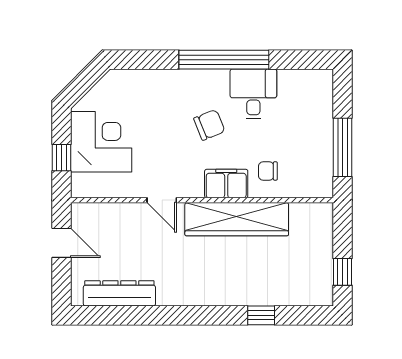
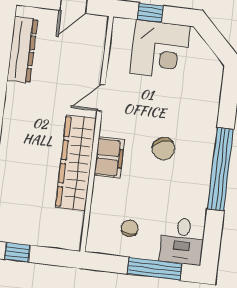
desk: (253, 94) -> (182, 241), moved, turned 90
window: (342, 147) -> (154, 269), moved
chair: (268, 171) -> (130, 228), moved

